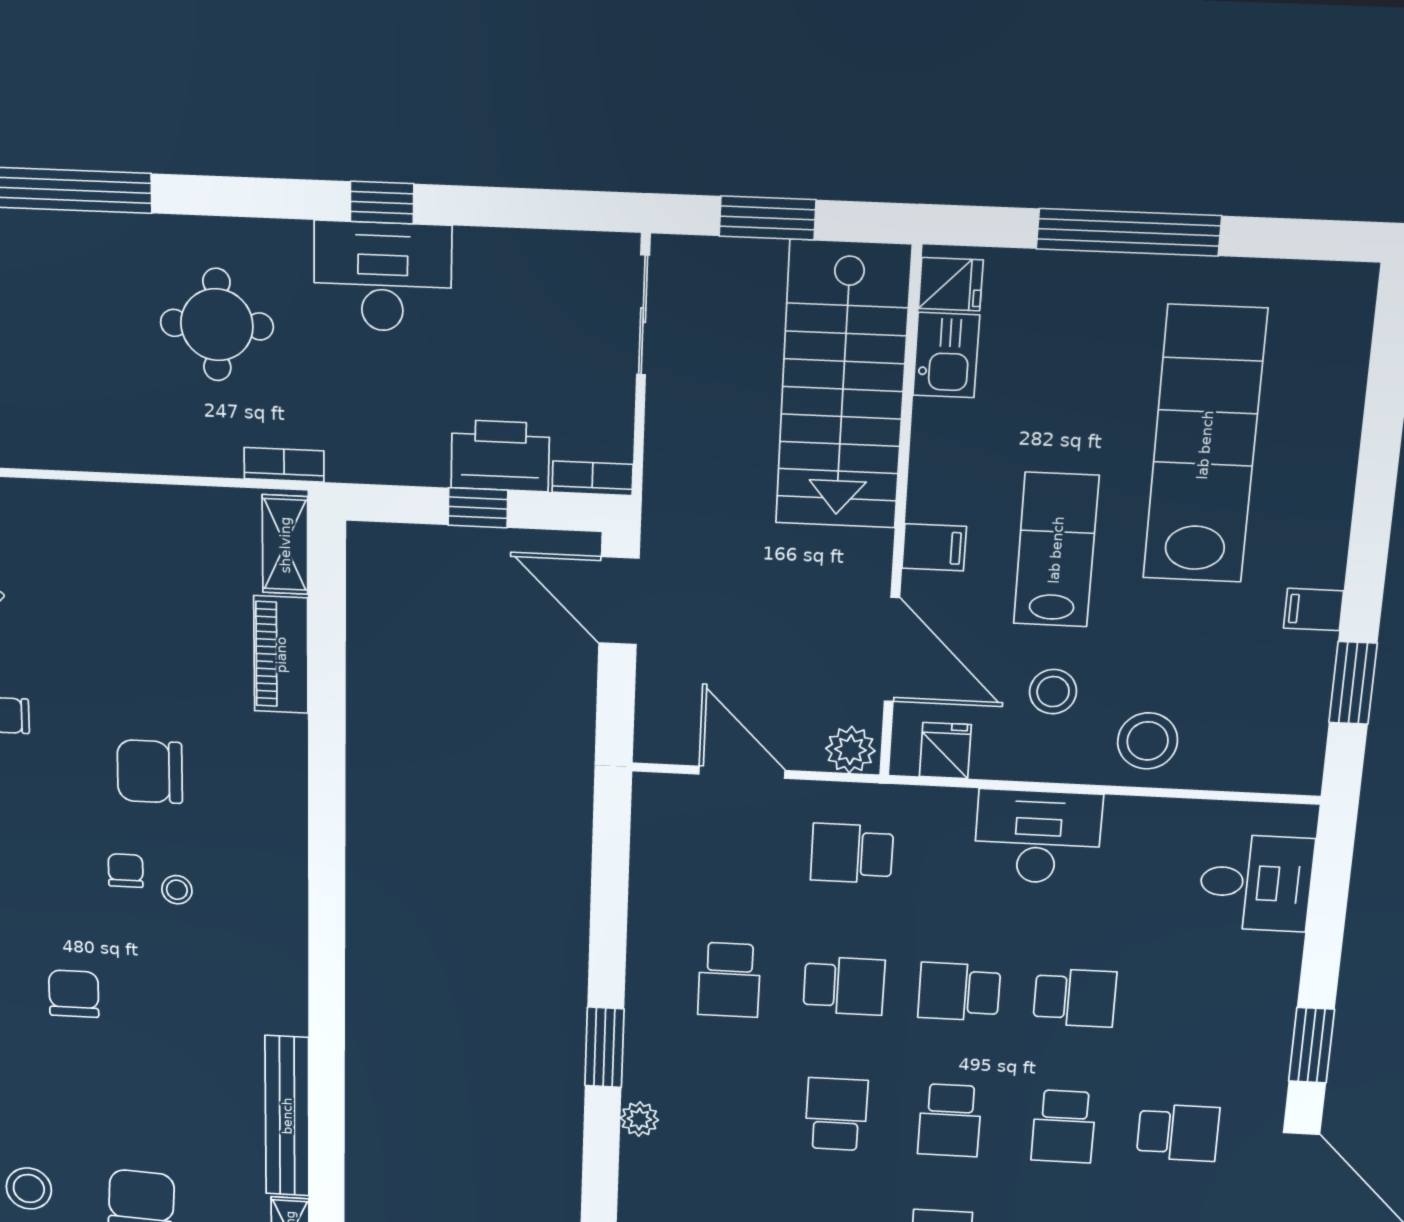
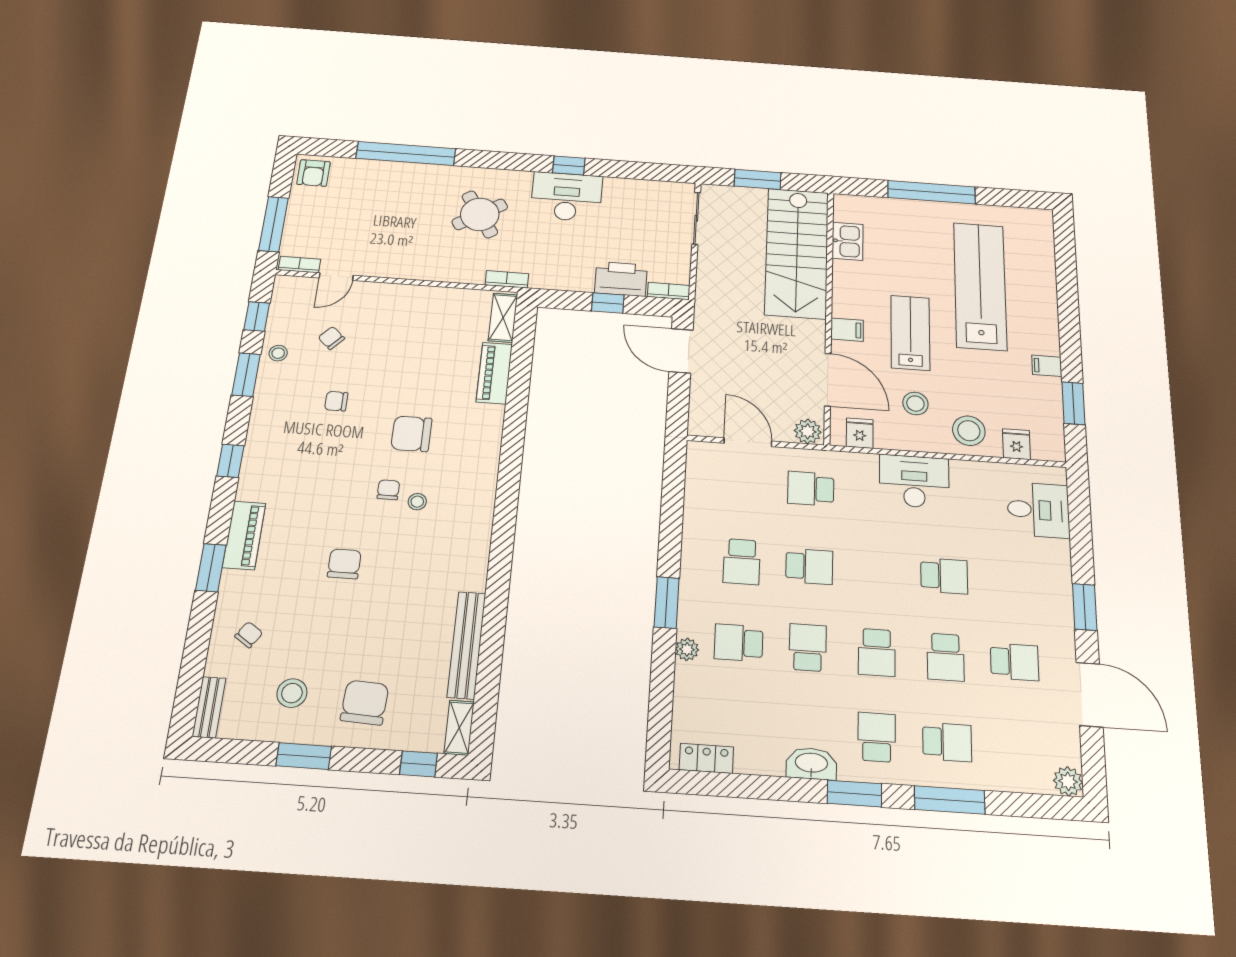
fridge: (951, 284) -> (1016, 444), moved, turned -90
round table: (217, 325) -> (480, 214), turned -32
school desk: (959, 992) -> (739, 643), moved

